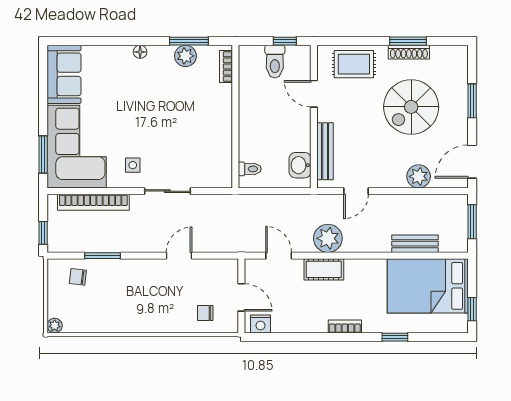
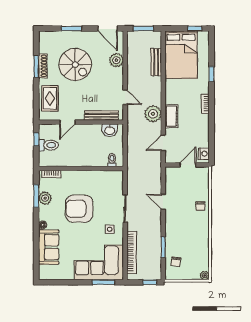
sofa: (64, 74) -> (49, 247), moved, turned 90
armchair: (167, 114) -> (79, 209), added
chair: (205, 313) -> (200, 206), moved

